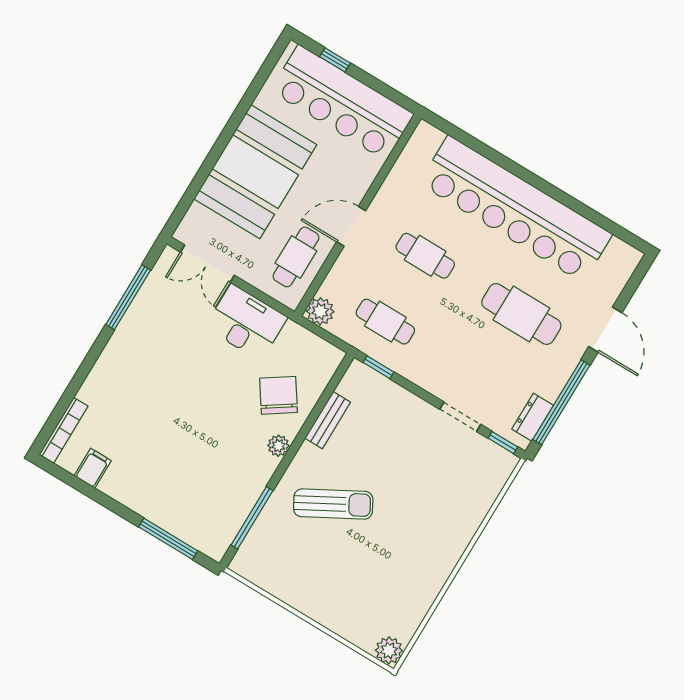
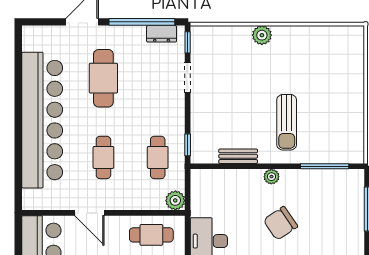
door: (351, 226) -> (89, 213), moved
chair: (279, 395) -> (280, 223), moved
sun lounger: (333, 504) -> (287, 122), turned -151
plant: (389, 650) -> (262, 35), moved

